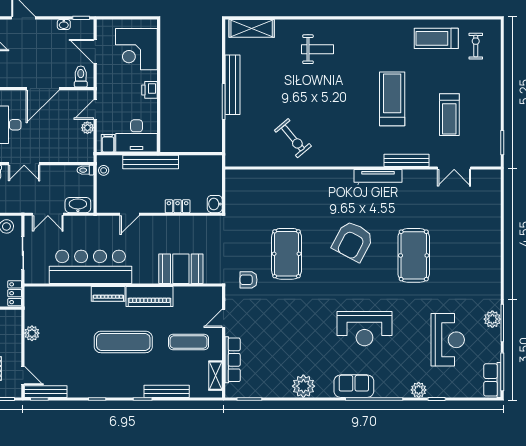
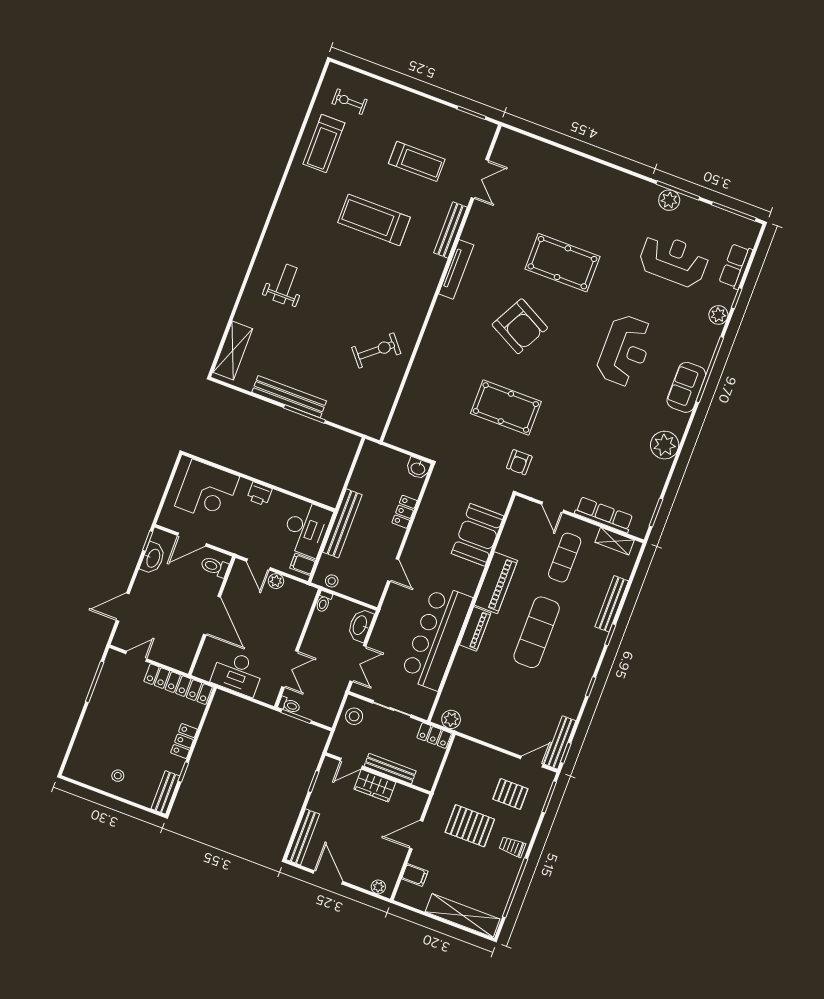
washbasin: (64, 24) -> (153, 558), width x1.91, depth x1.45
plant: (32, 333) -> (451, 719), moved
row of seats: (492, 380) -> (736, 266), moved, turned 90

